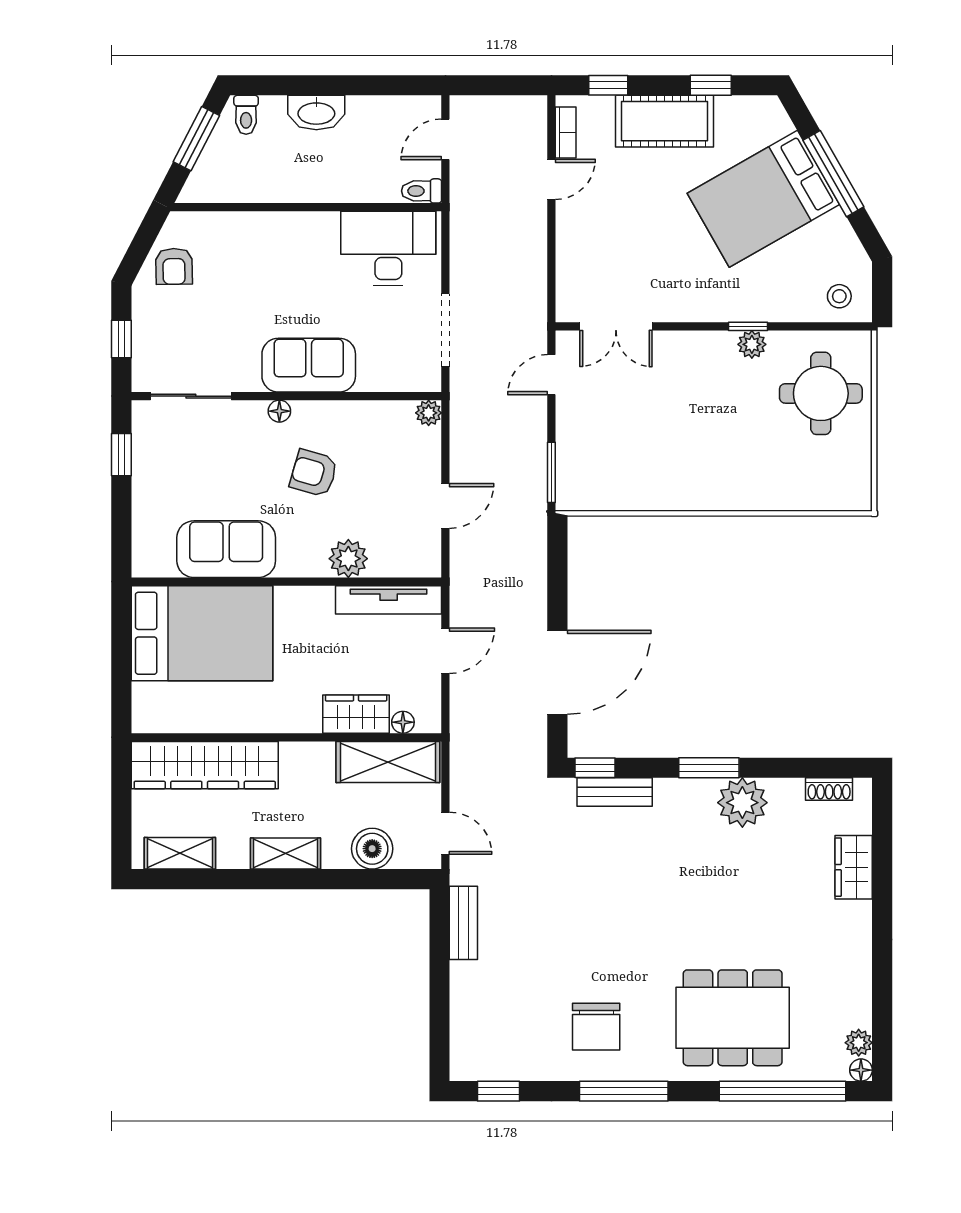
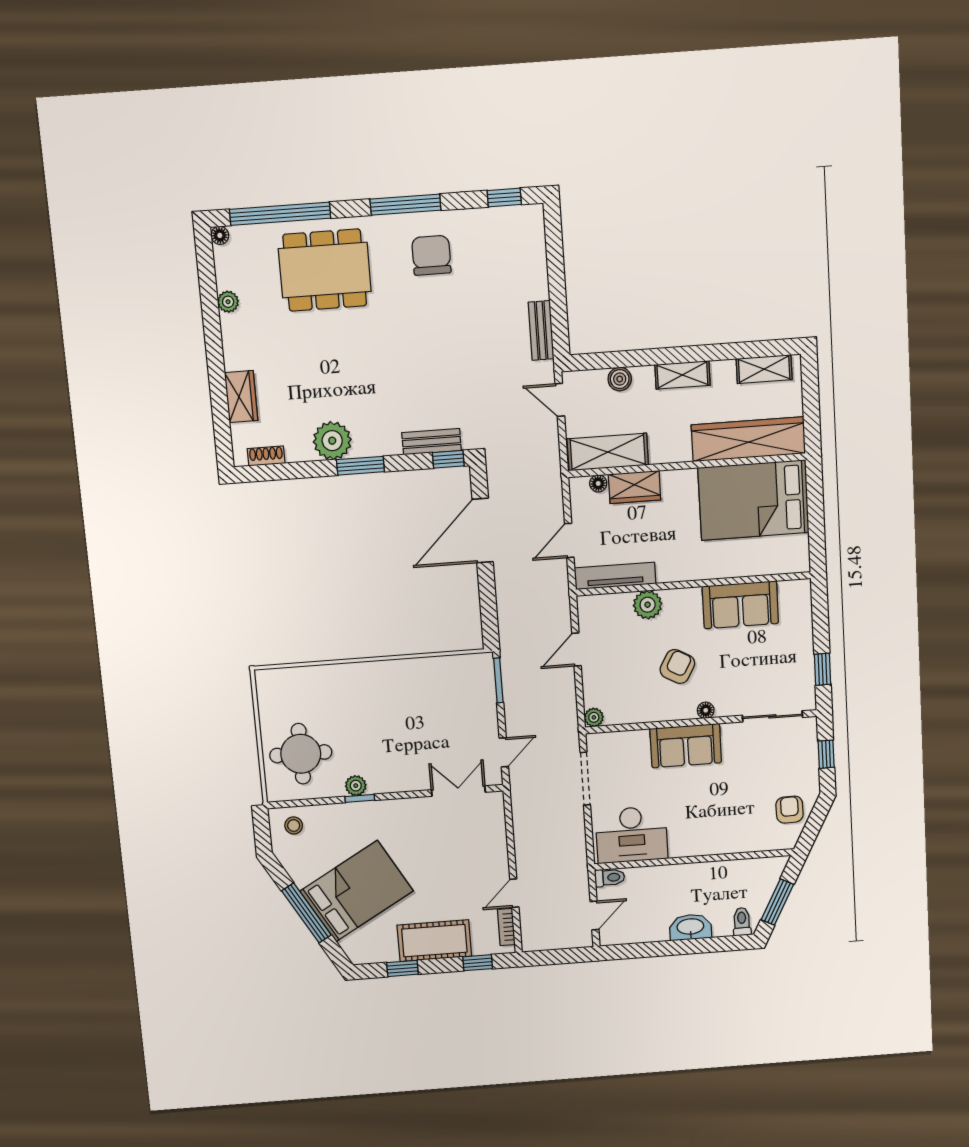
armchair: (314, 473) -> (677, 667), turned -77
bed: (202, 633) -> (754, 500), moved
boiler: (372, 849) -> (620, 379), width x0.73, depth x0.73
plant: (859, 1043) -> (228, 302), moved

